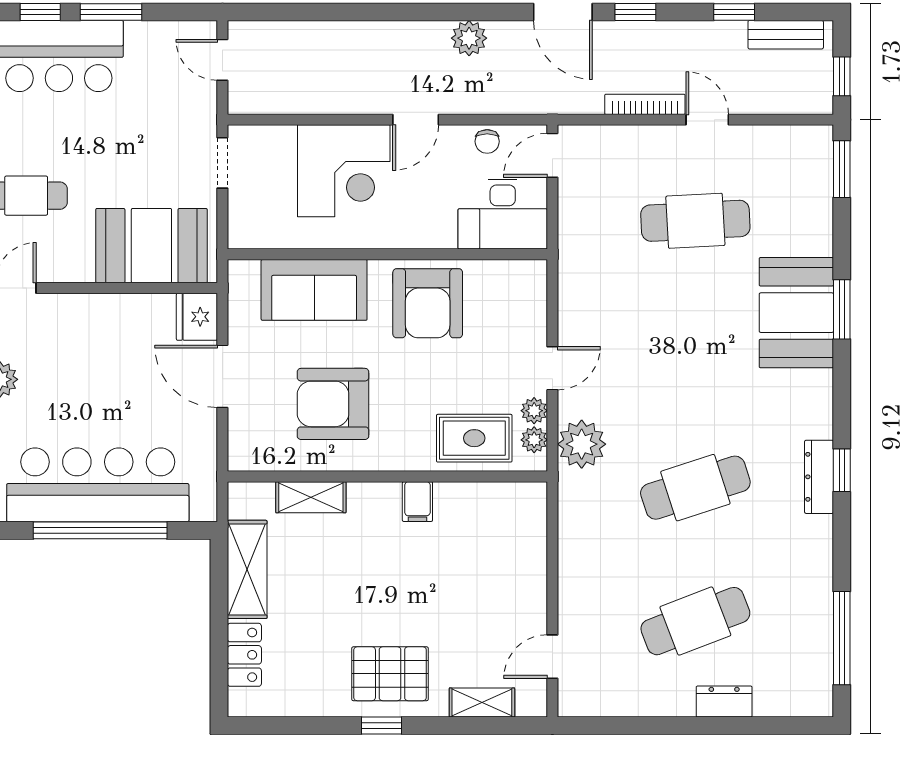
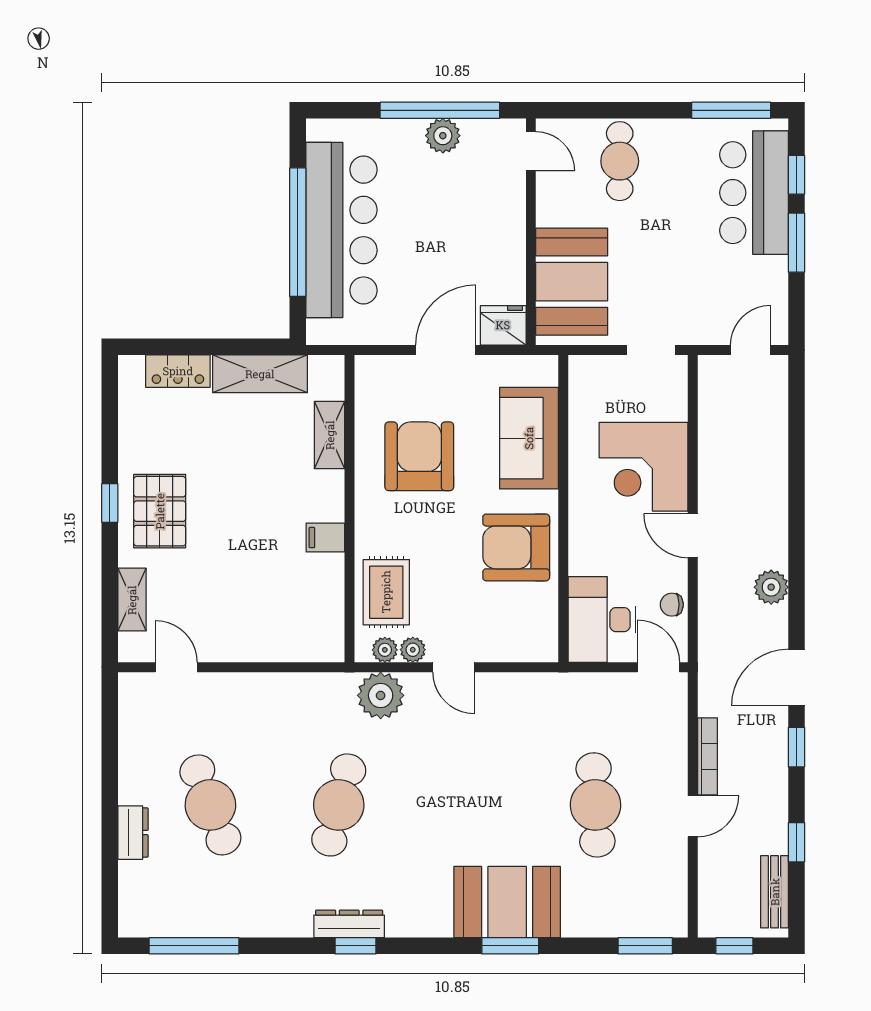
cafe table: (695, 488) -> (339, 805), turned 33

